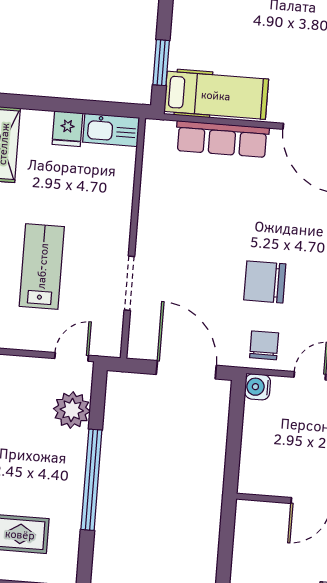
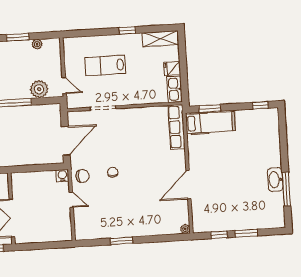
hospital bed: (216, 95) -> (210, 123), moved, turned -90
row of seats: (222, 139) -> (177, 127), moved
lab bench: (42, 266) -> (105, 65), turned 180
chair: (265, 282) -> (113, 172), width x0.54, depth x0.54

